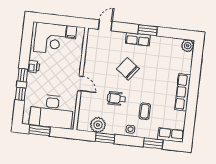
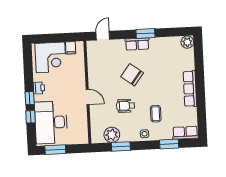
desk: (52, 111) -> (51, 122), moved, turned 90

